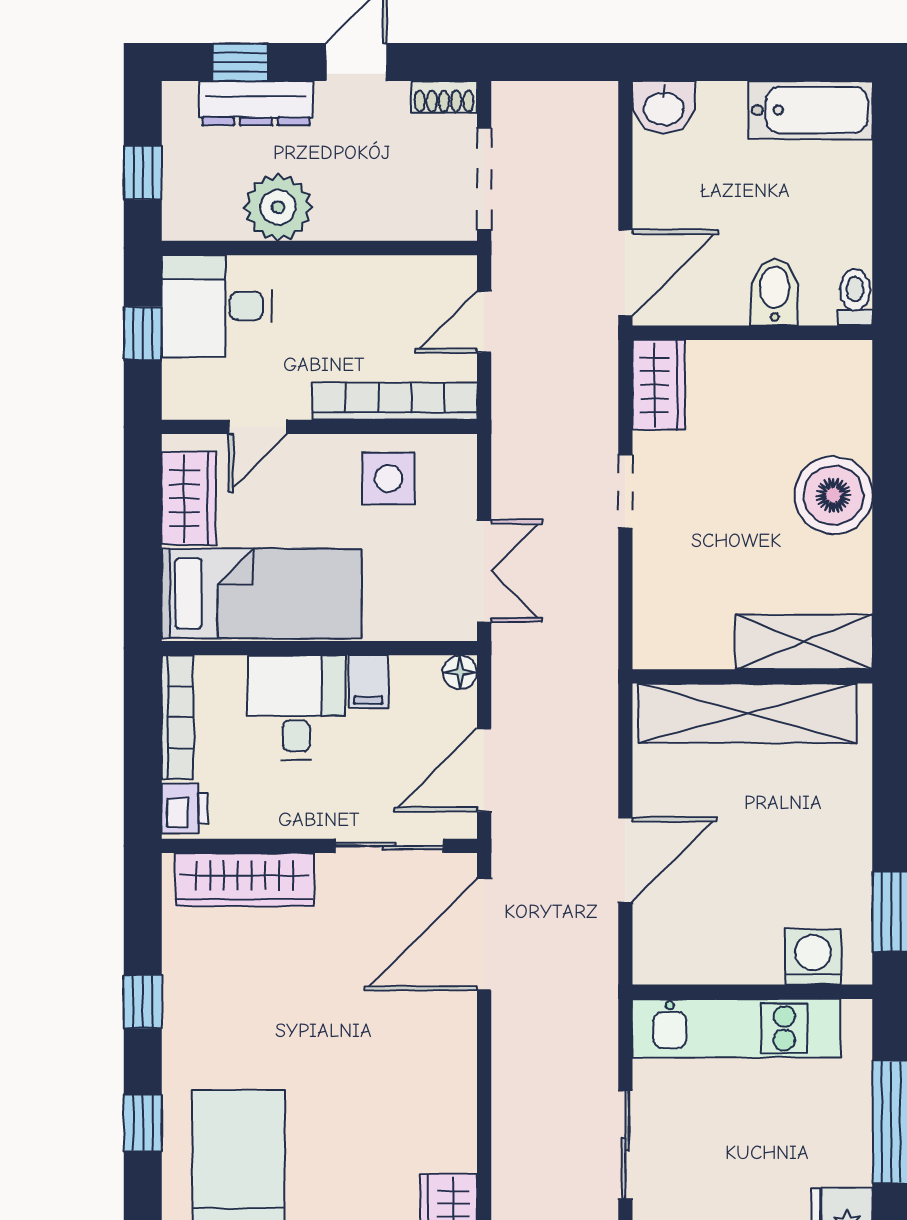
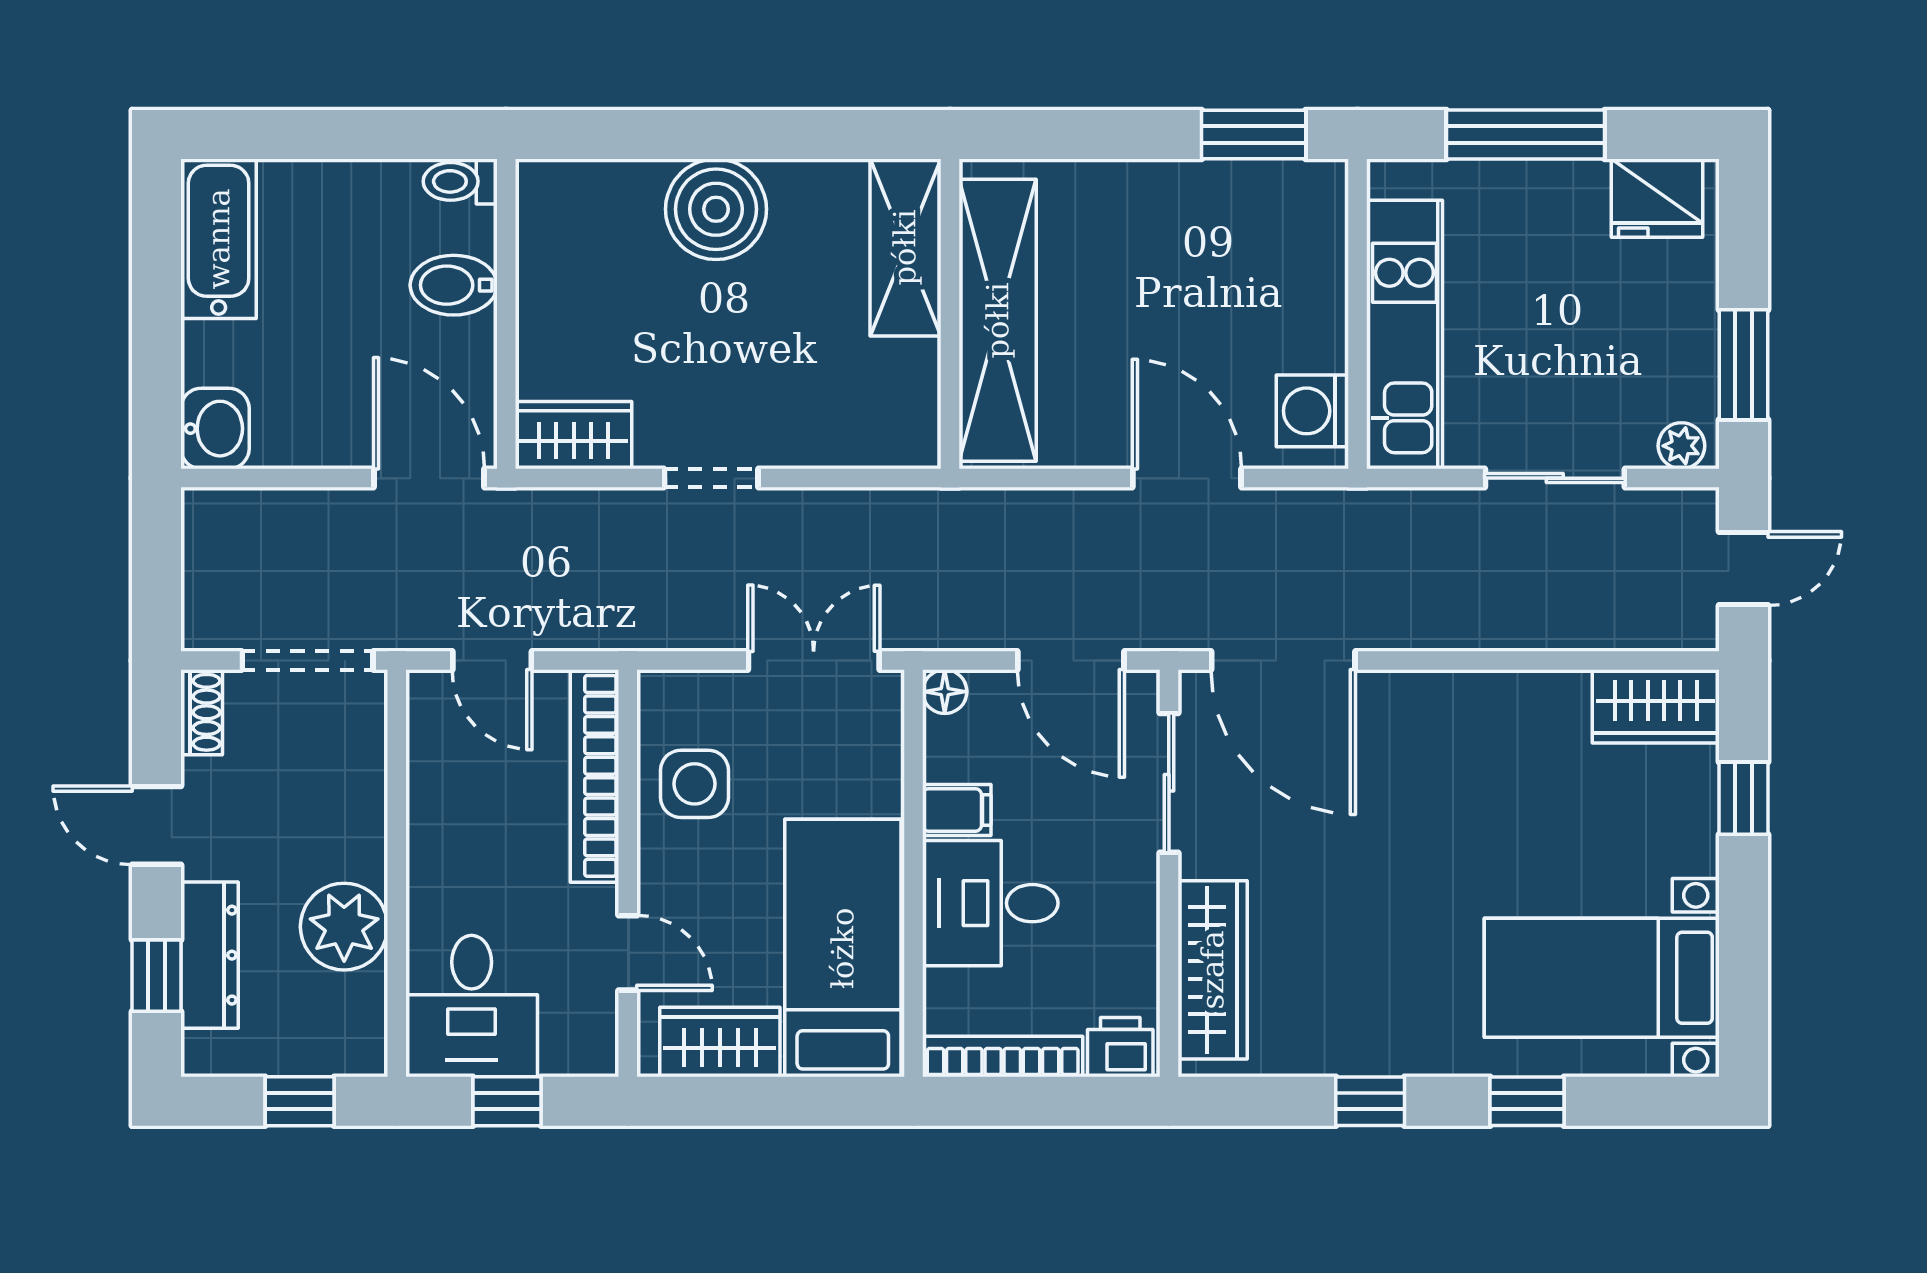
washing machine: (813, 957) -> (1312, 411), moved

